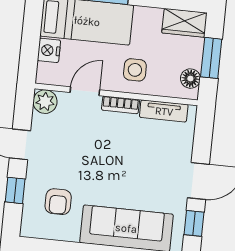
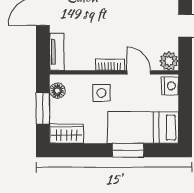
nightstand: (49, 50) -> (170, 86), moved
door: (85, 91) -> (139, 72), swing flipped
tv unit: (164, 111) -> (57, 52), moved, turned 90

